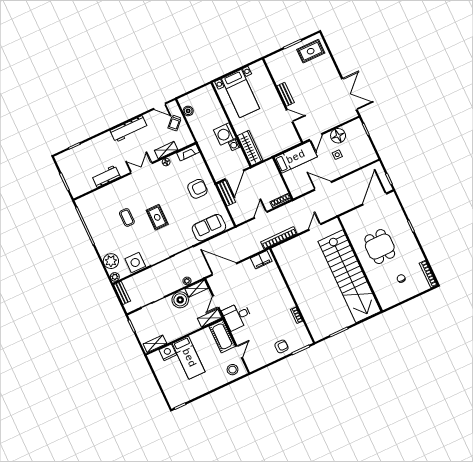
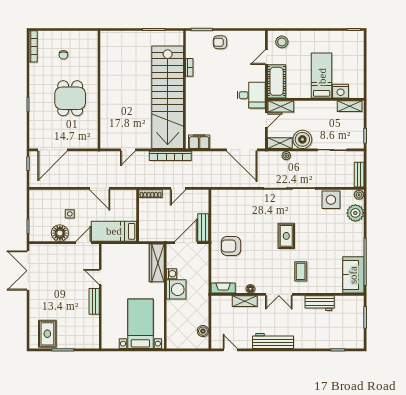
rug: (311, 51) -> (47, 334), turned 90
trolley: (175, 123) -> (223, 325), removed
coffee table: (127, 217) -> (301, 271), moved
sofa: (209, 228) -> (353, 275), moved, turned 90
stairs: (349, 276) -> (168, 97), moved, turned 180

